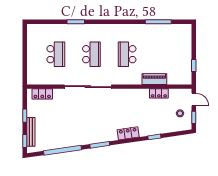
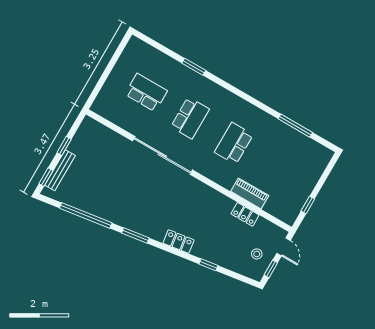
school desk: (56, 54) -> (146, 93), turned -90
locker: (42, 94) -> (101, 132), removed

